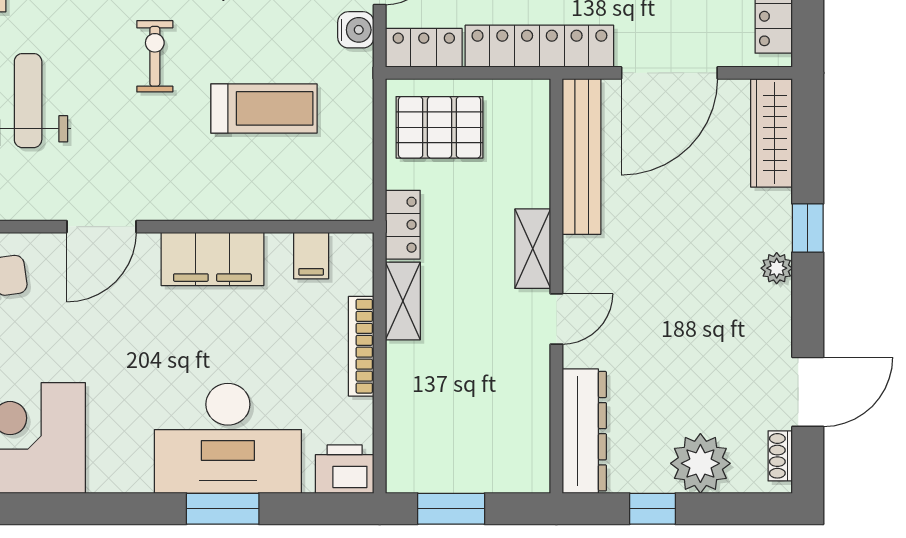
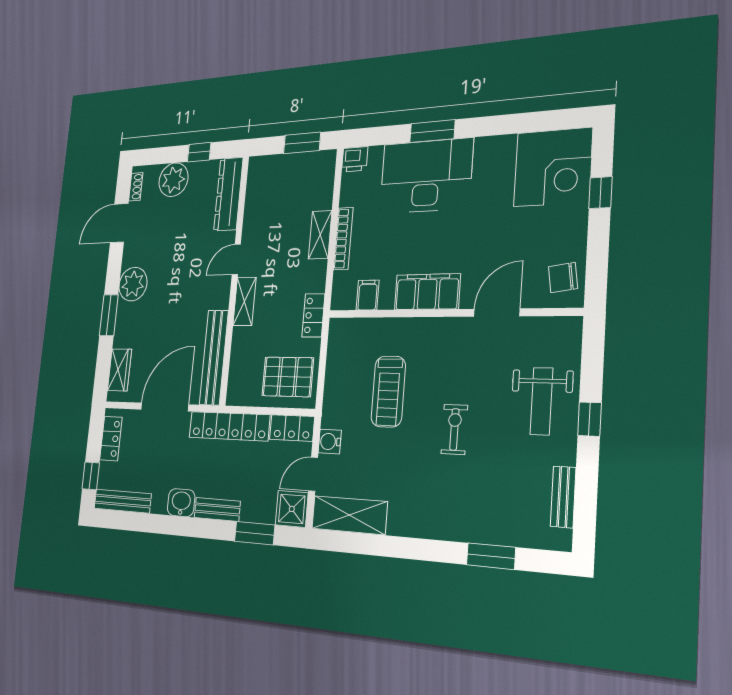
exercise bike: (155, 56) -> (454, 429), turned 180
treadmill: (264, 108) -> (388, 391), turned -90
wardrobe: (772, 133) -> (119, 370), width x0.67
window: (808, 228) -> (109, 315), width x1.50
plant: (777, 268) -> (133, 284), width x1.88, depth x1.88
shelving: (403, 301) -> (320, 235), moved
printer: (345, 469) -> (355, 159), width x0.73, depth x0.81

